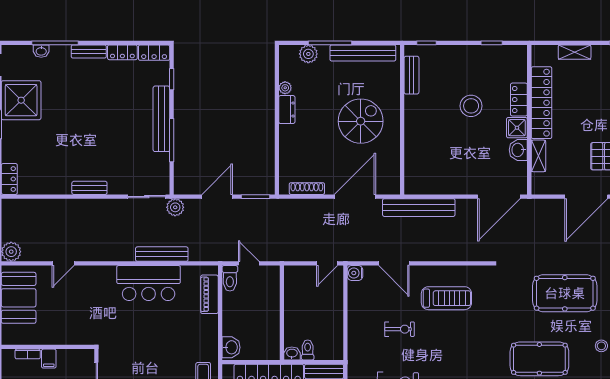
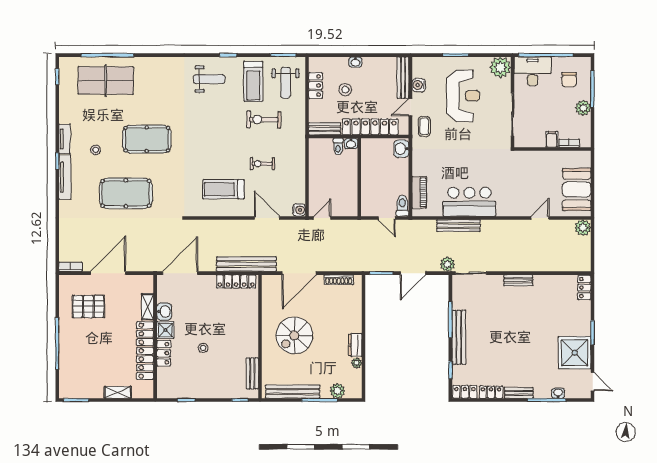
stool: (471, 106) -> (203, 348), width x0.53, depth x0.53
locker: (431, 186) -> (236, 281), added

